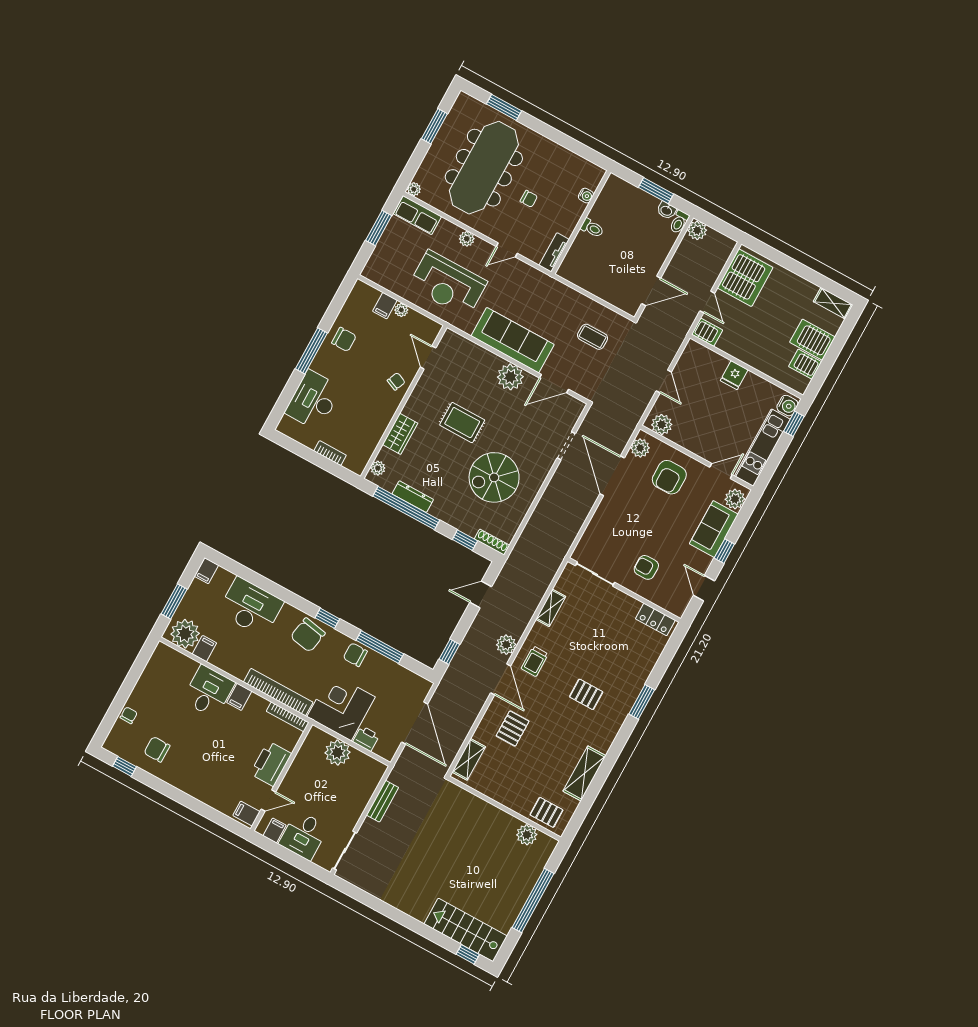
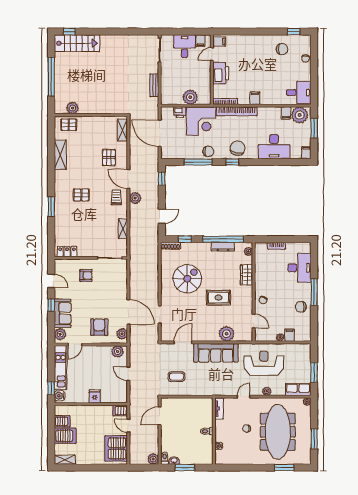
plant: (510, 377) -> (227, 334), moved
desk: (209, 691) -> (299, 93), moved, turned -90

